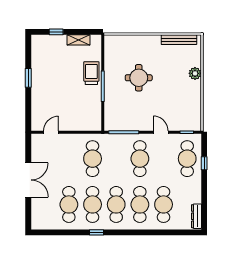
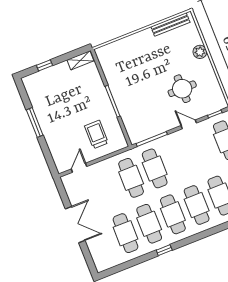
shelving: (79, 40) -> (80, 60), moved
trolley: (91, 73) -> (96, 134), moved
window: (28, 78) -> (35, 122), width x1.44
round table: (139, 78) -> (182, 89), moved
cafe table: (140, 159) -> (155, 168), moved

